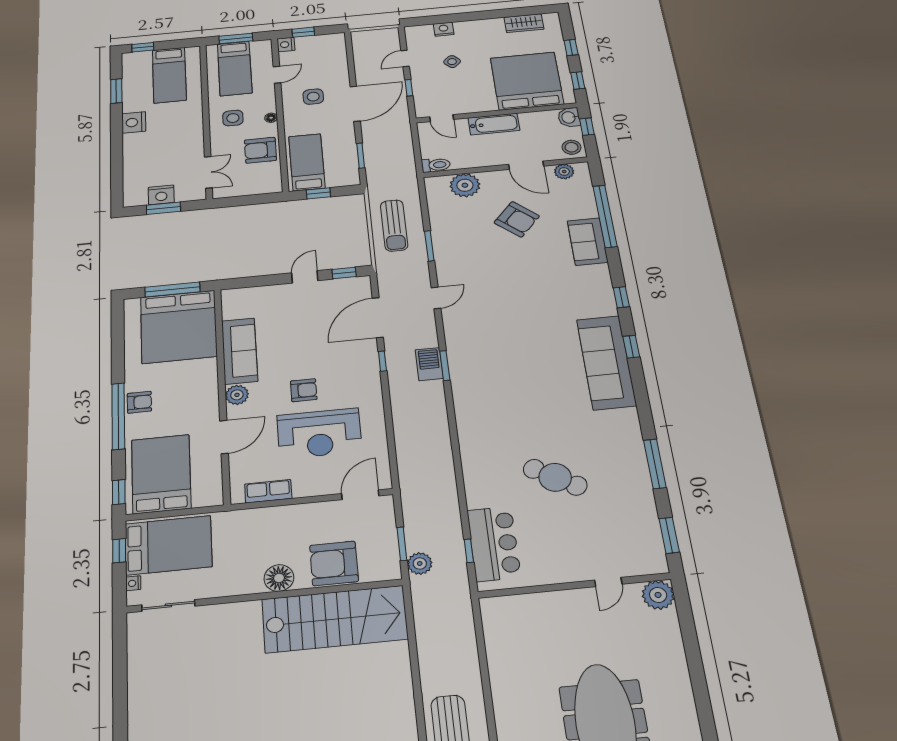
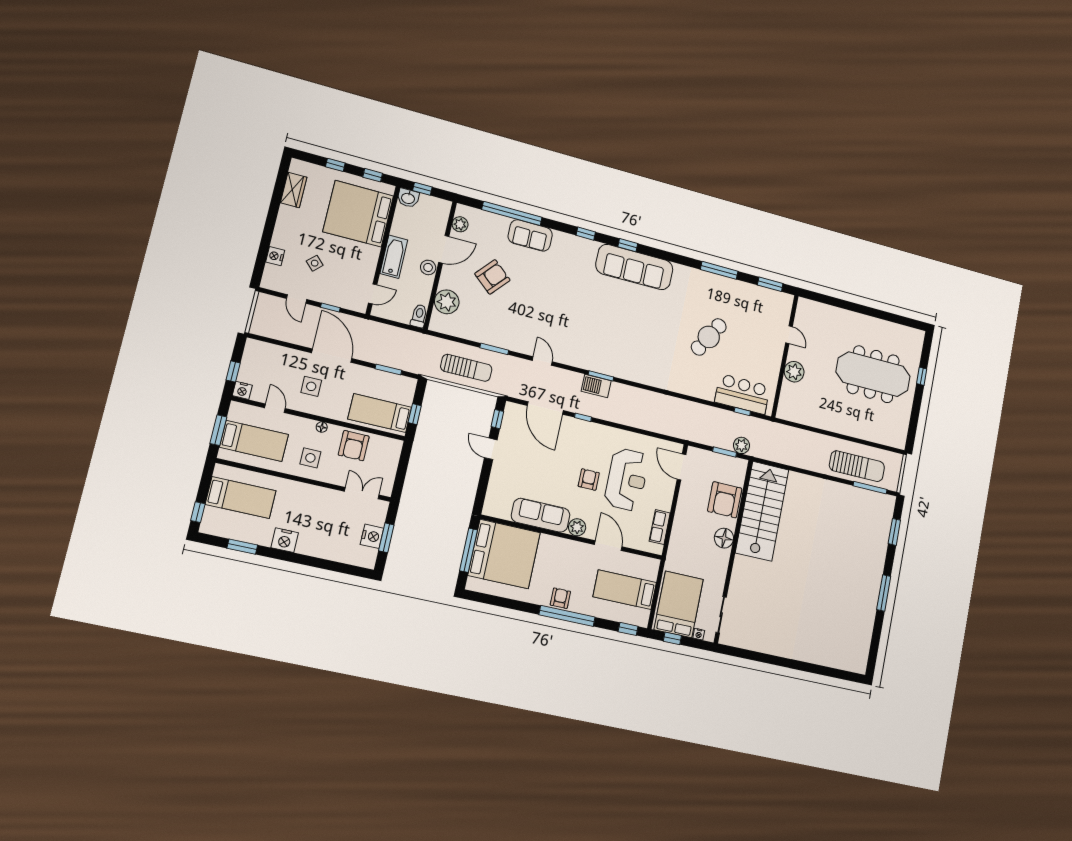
stool: (572, 147) -> (428, 267), moved
bed: (161, 474) -> (625, 590), width x0.67
plant: (658, 595) -> (794, 372), moved

